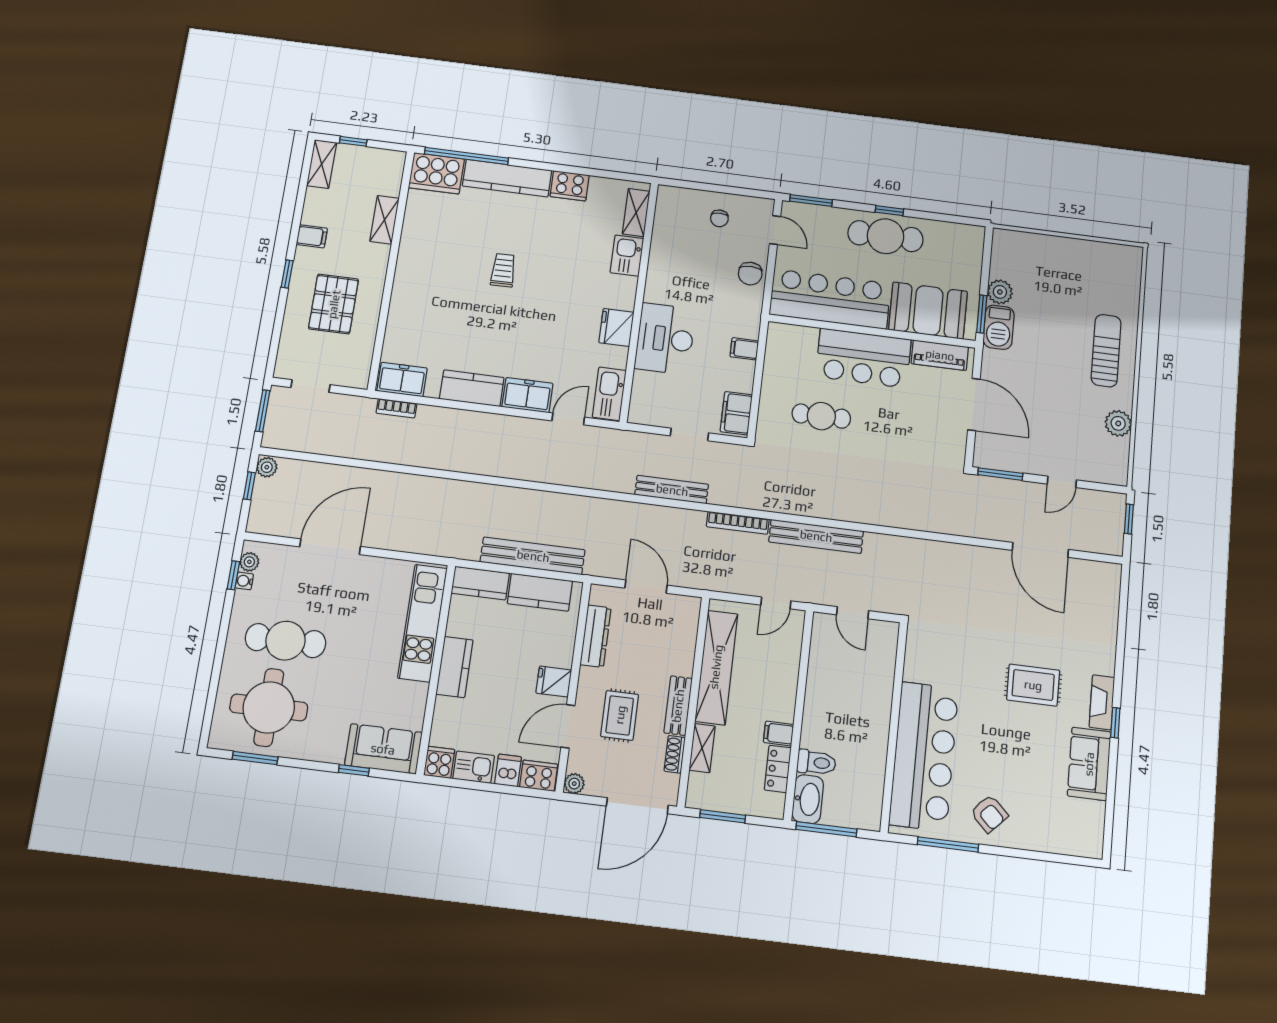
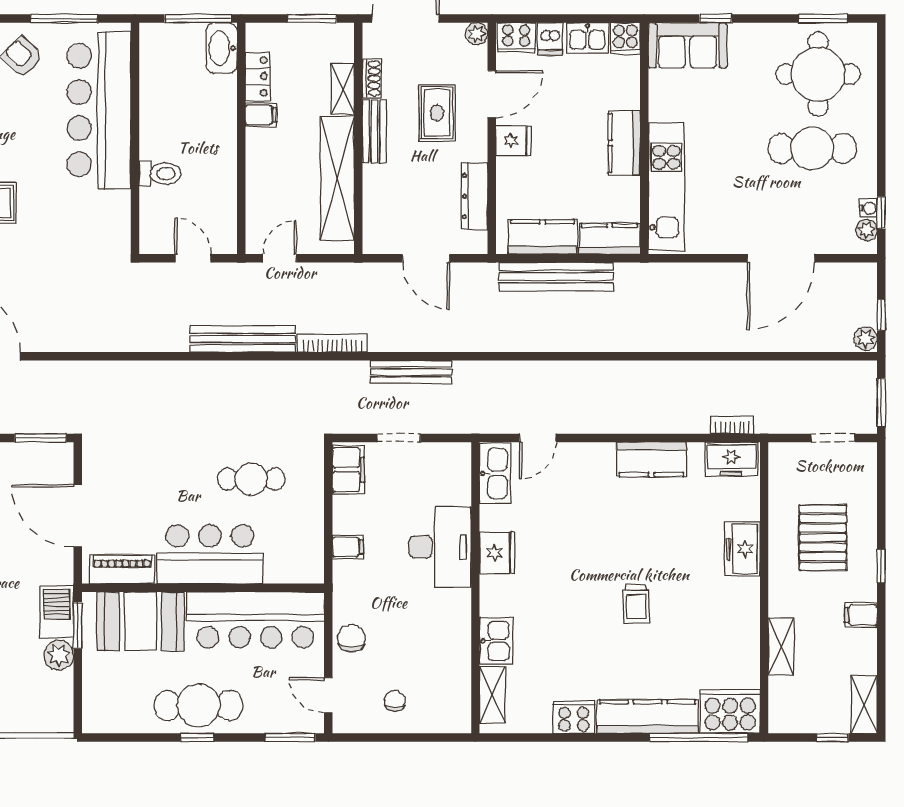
freezer: (527, 395) -> (742, 549), moved, turned 90
toilet: (816, 763) -> (160, 174), moved, turned 180

